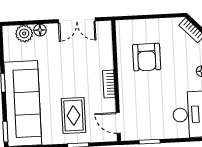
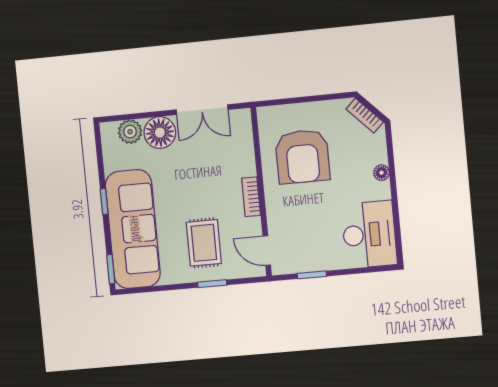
floor lamp: (40, 30) -> (160, 133), width x1.89, depth x1.89
armchair: (147, 57) -> (302, 157), width x1.36, depth x1.36

